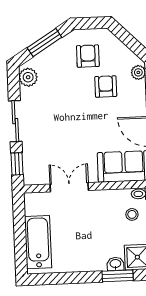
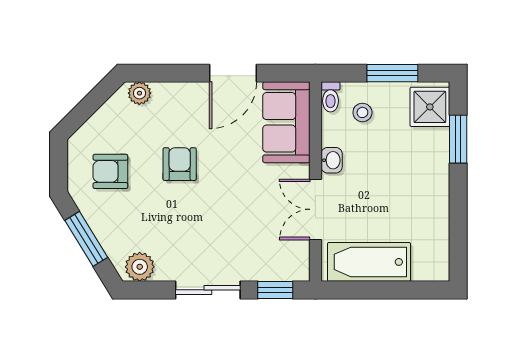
armchair: (106, 86) -> (180, 164), moved, turned 90
bathtub: (38, 242) -> (369, 262), moved
washbasin: (115, 264) -> (332, 160), moved, turned 180

